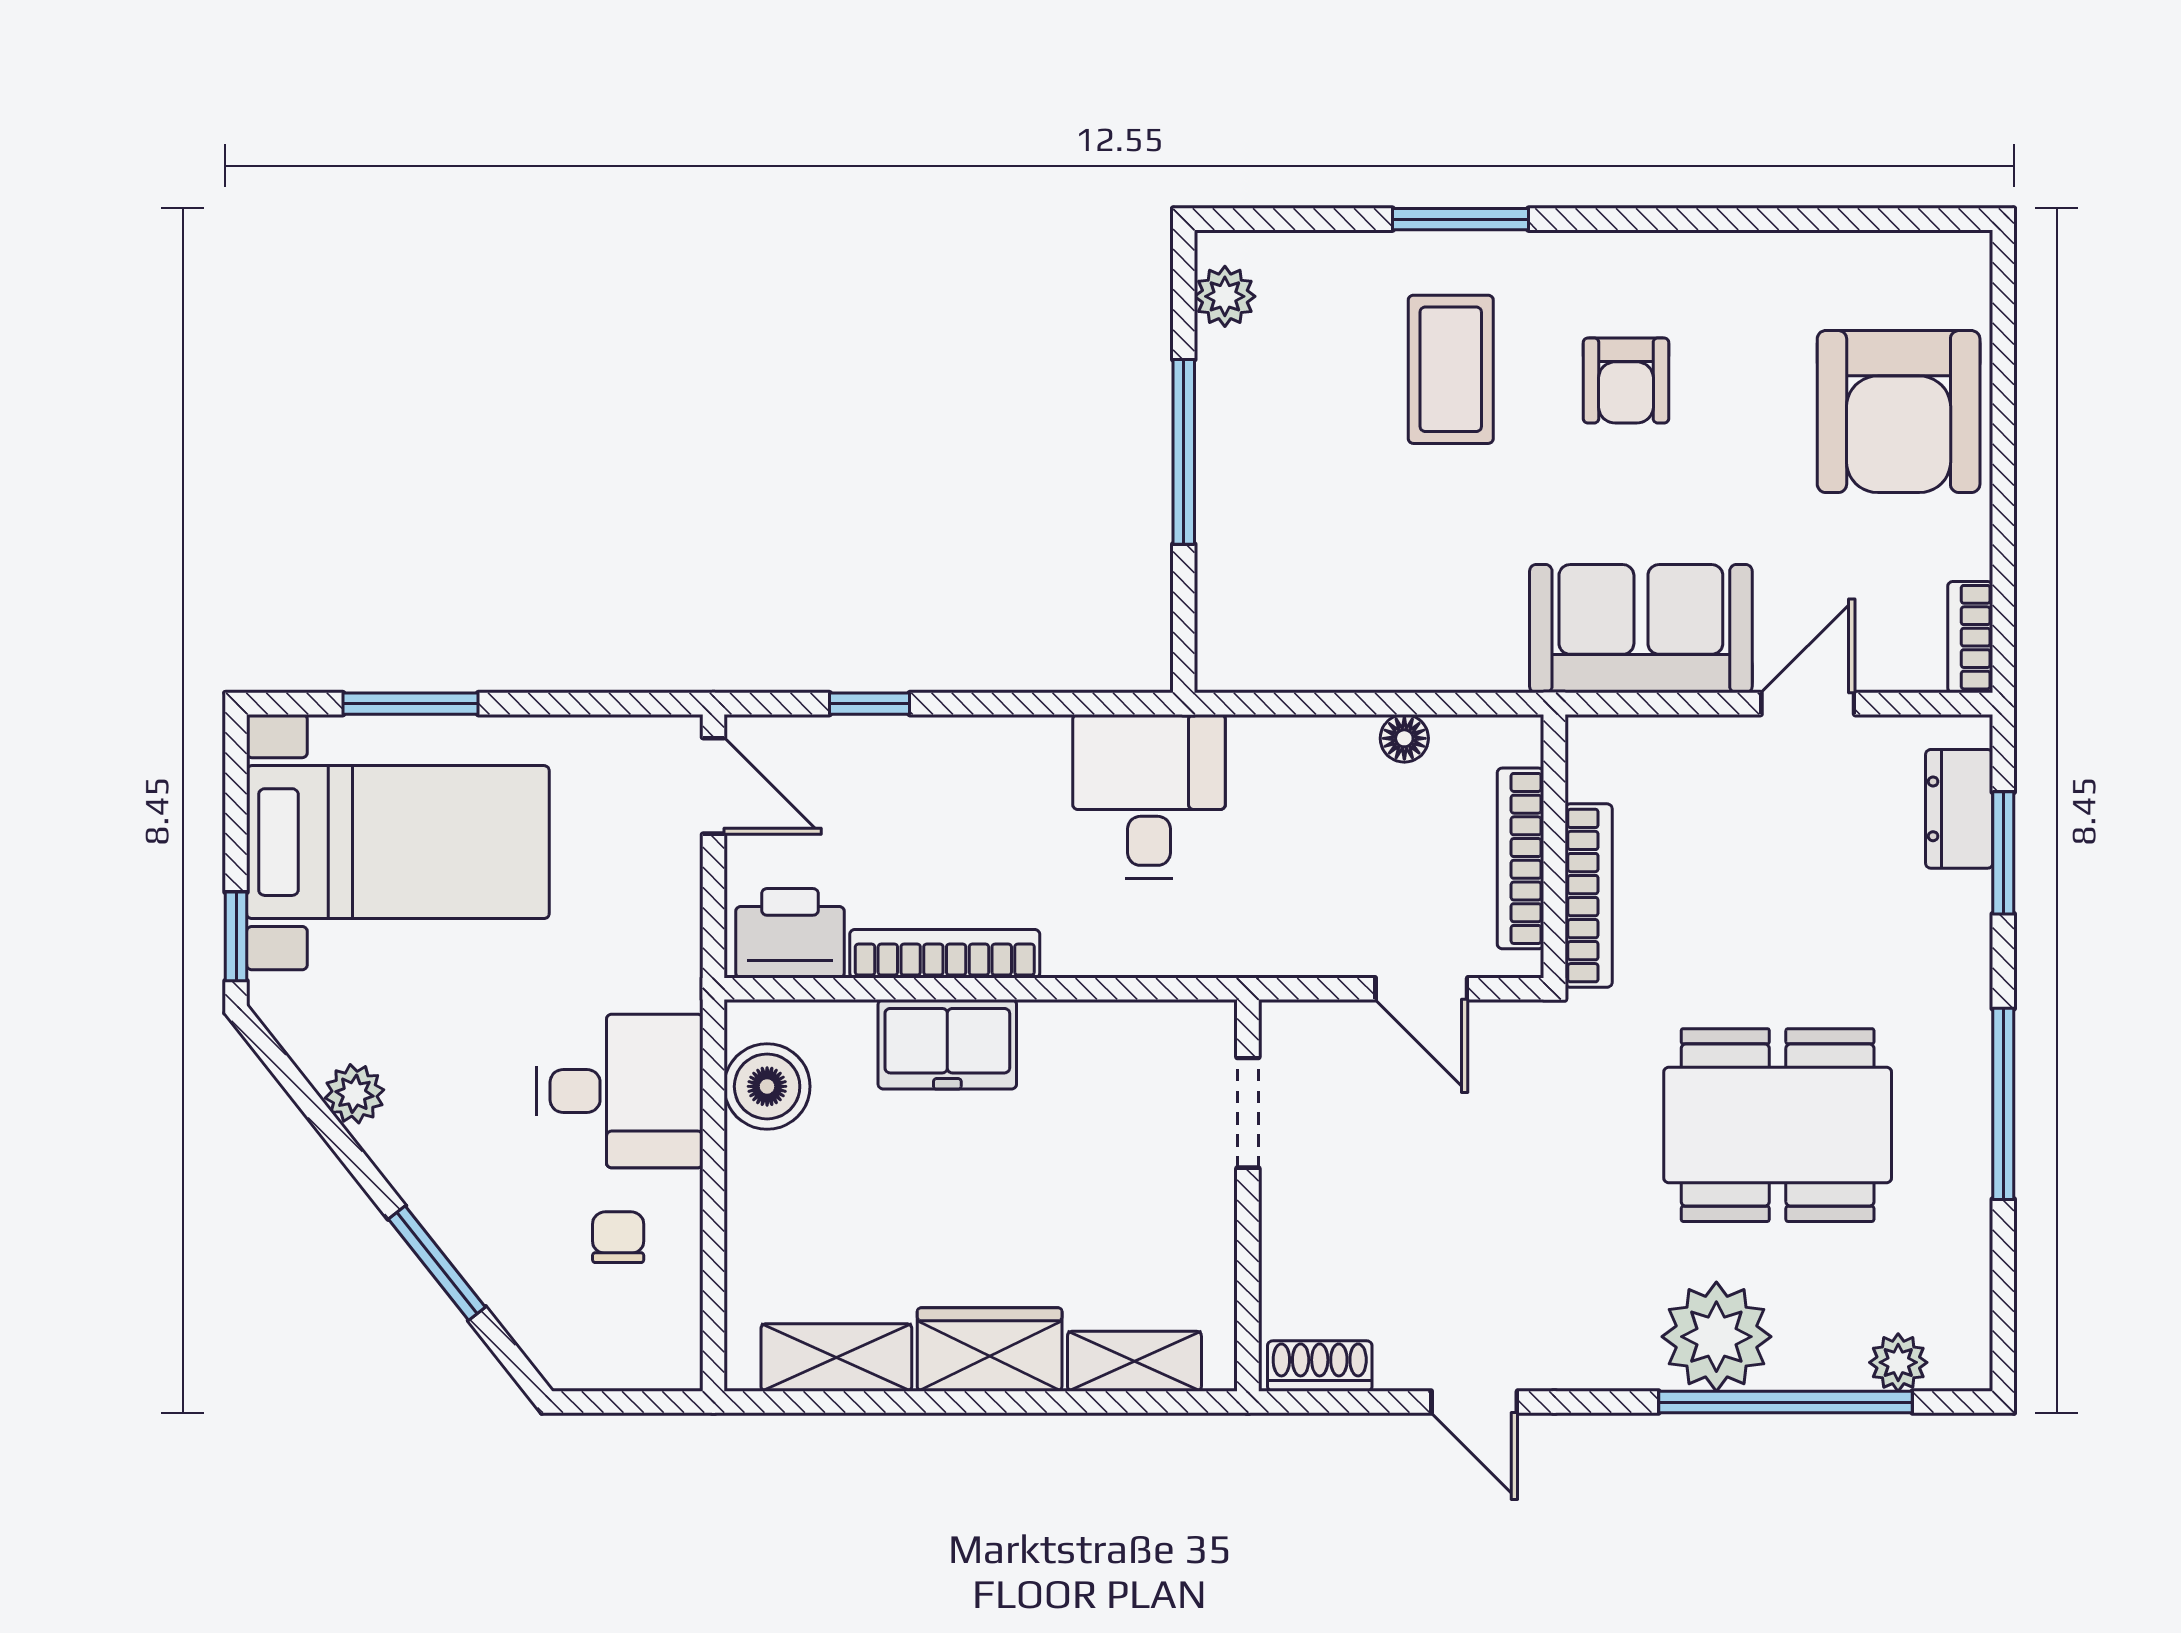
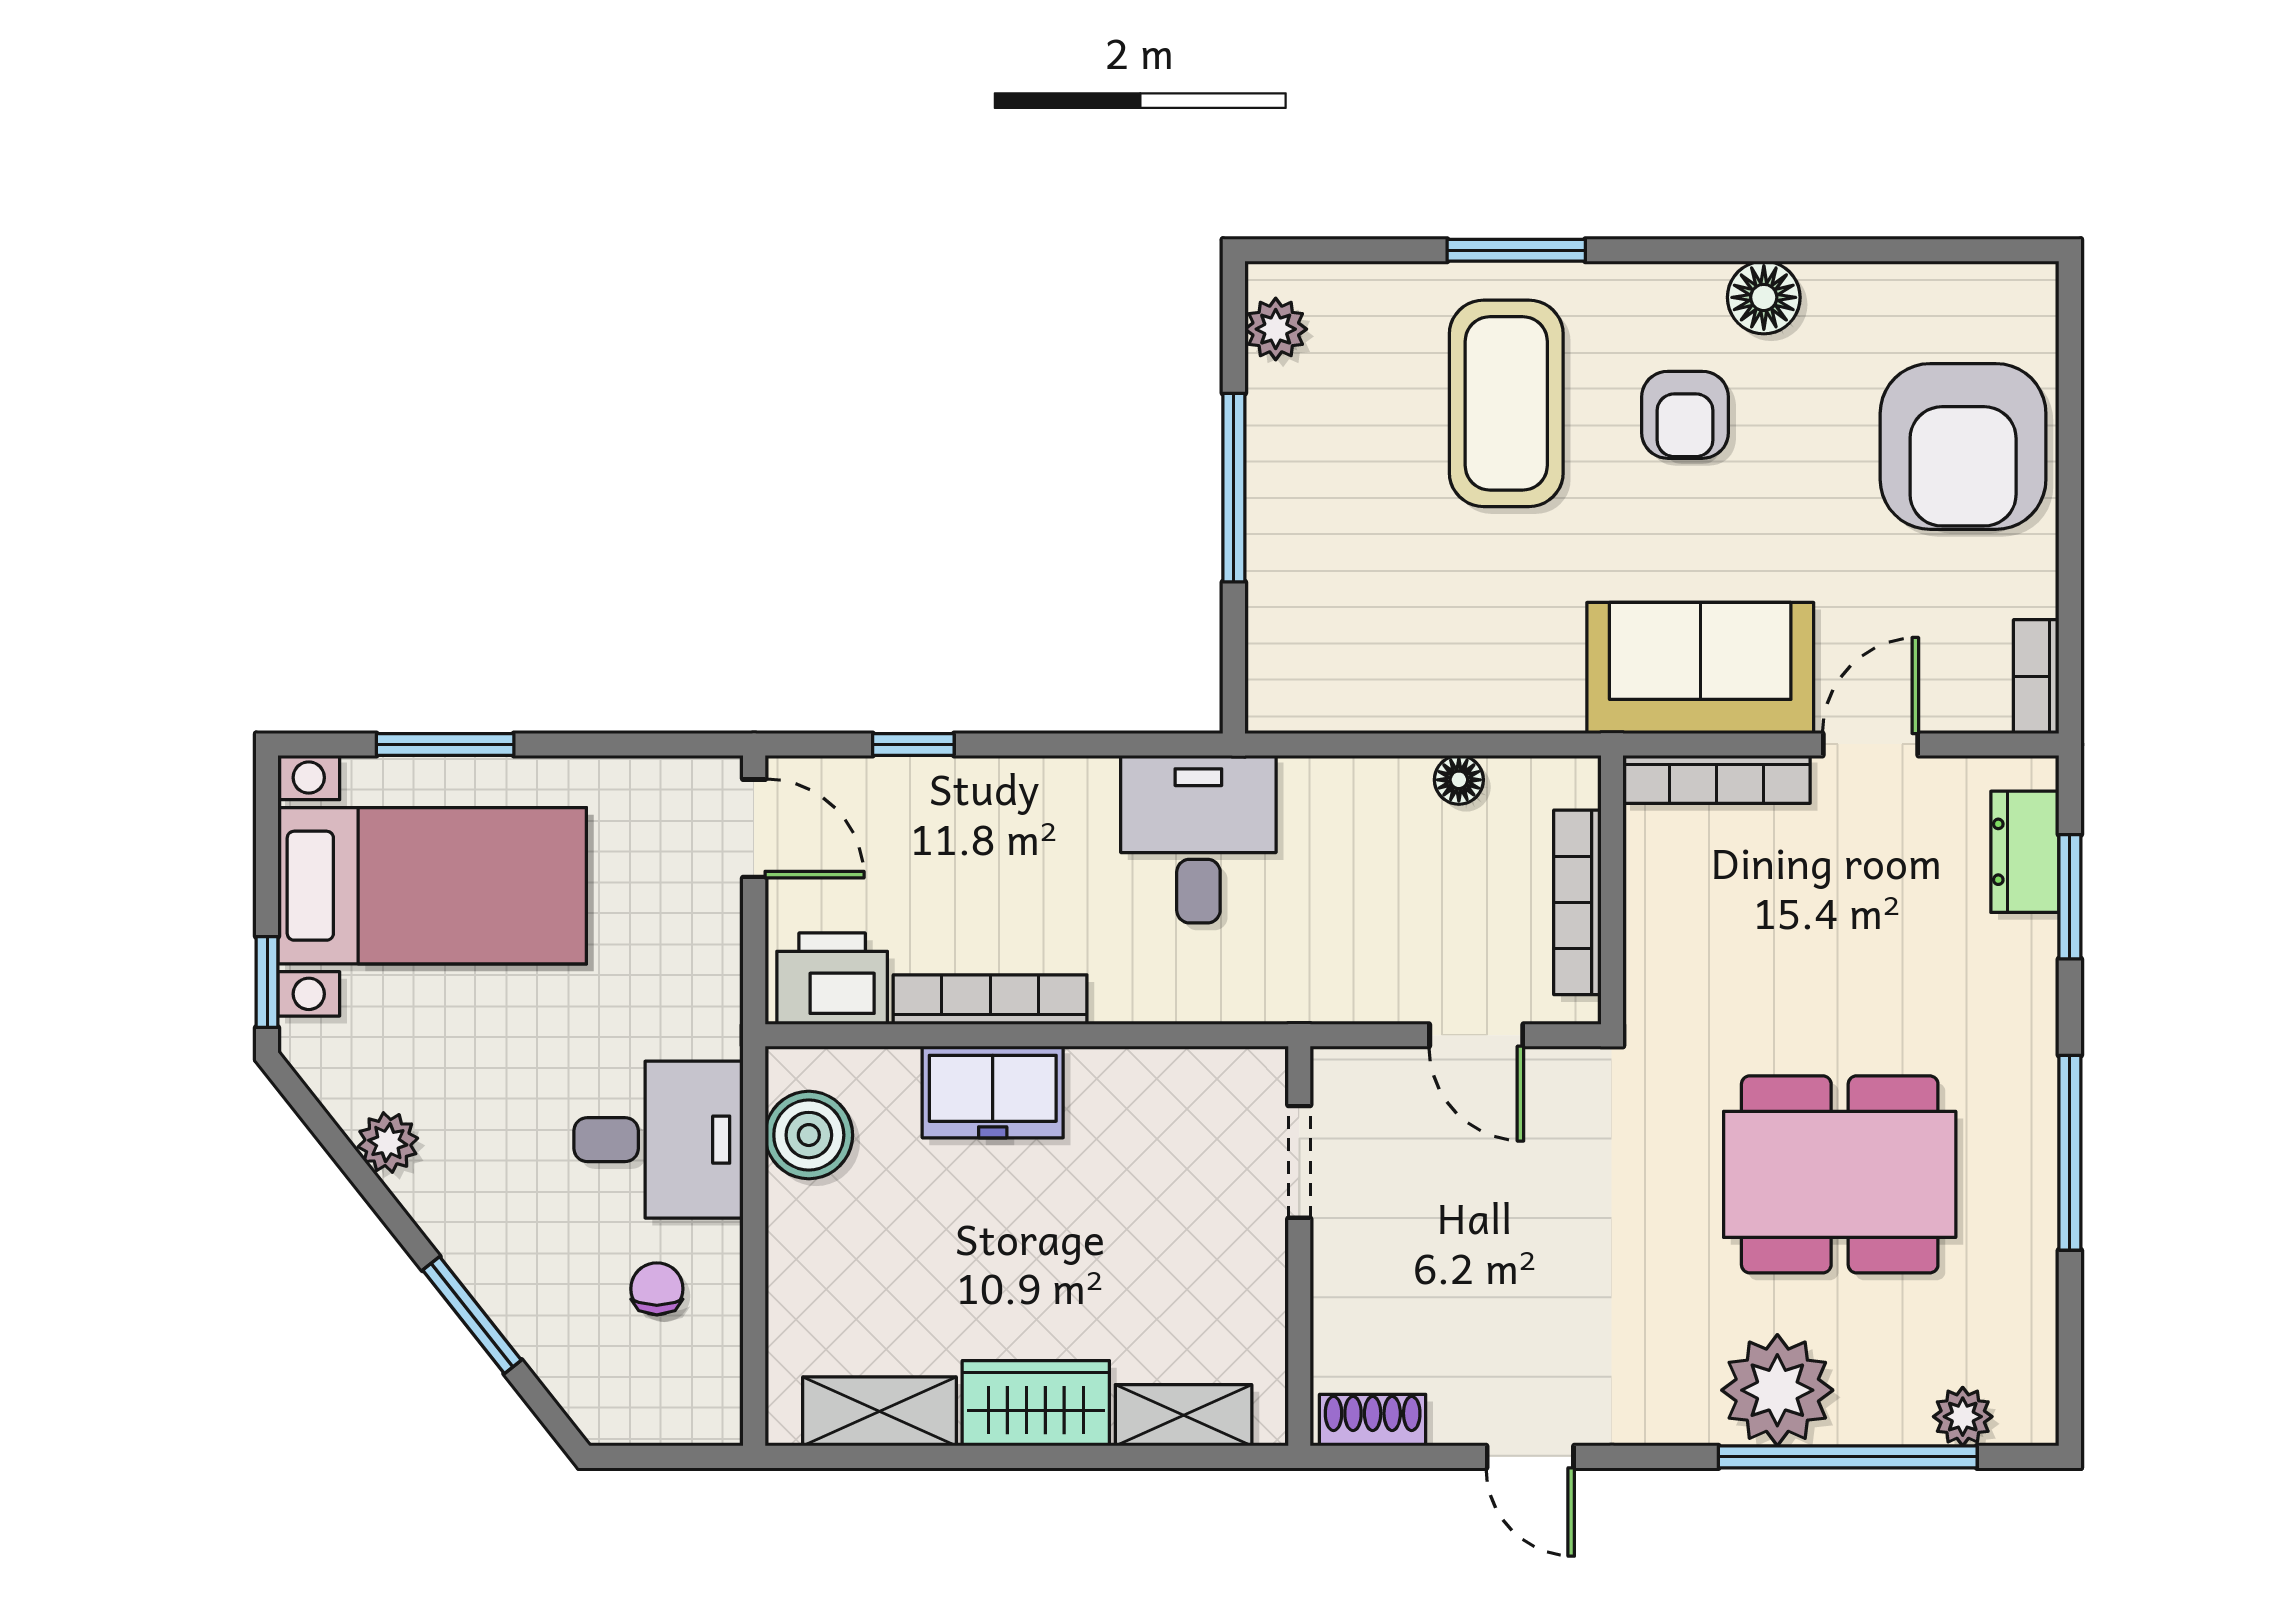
floor lamp: (1703, 265) -> (1764, 297), added
coffee table: (1451, 369) -> (1506, 403), width x1.36, depth x1.32
bookcase: (1589, 896) -> (1717, 779), moved, turned 90

